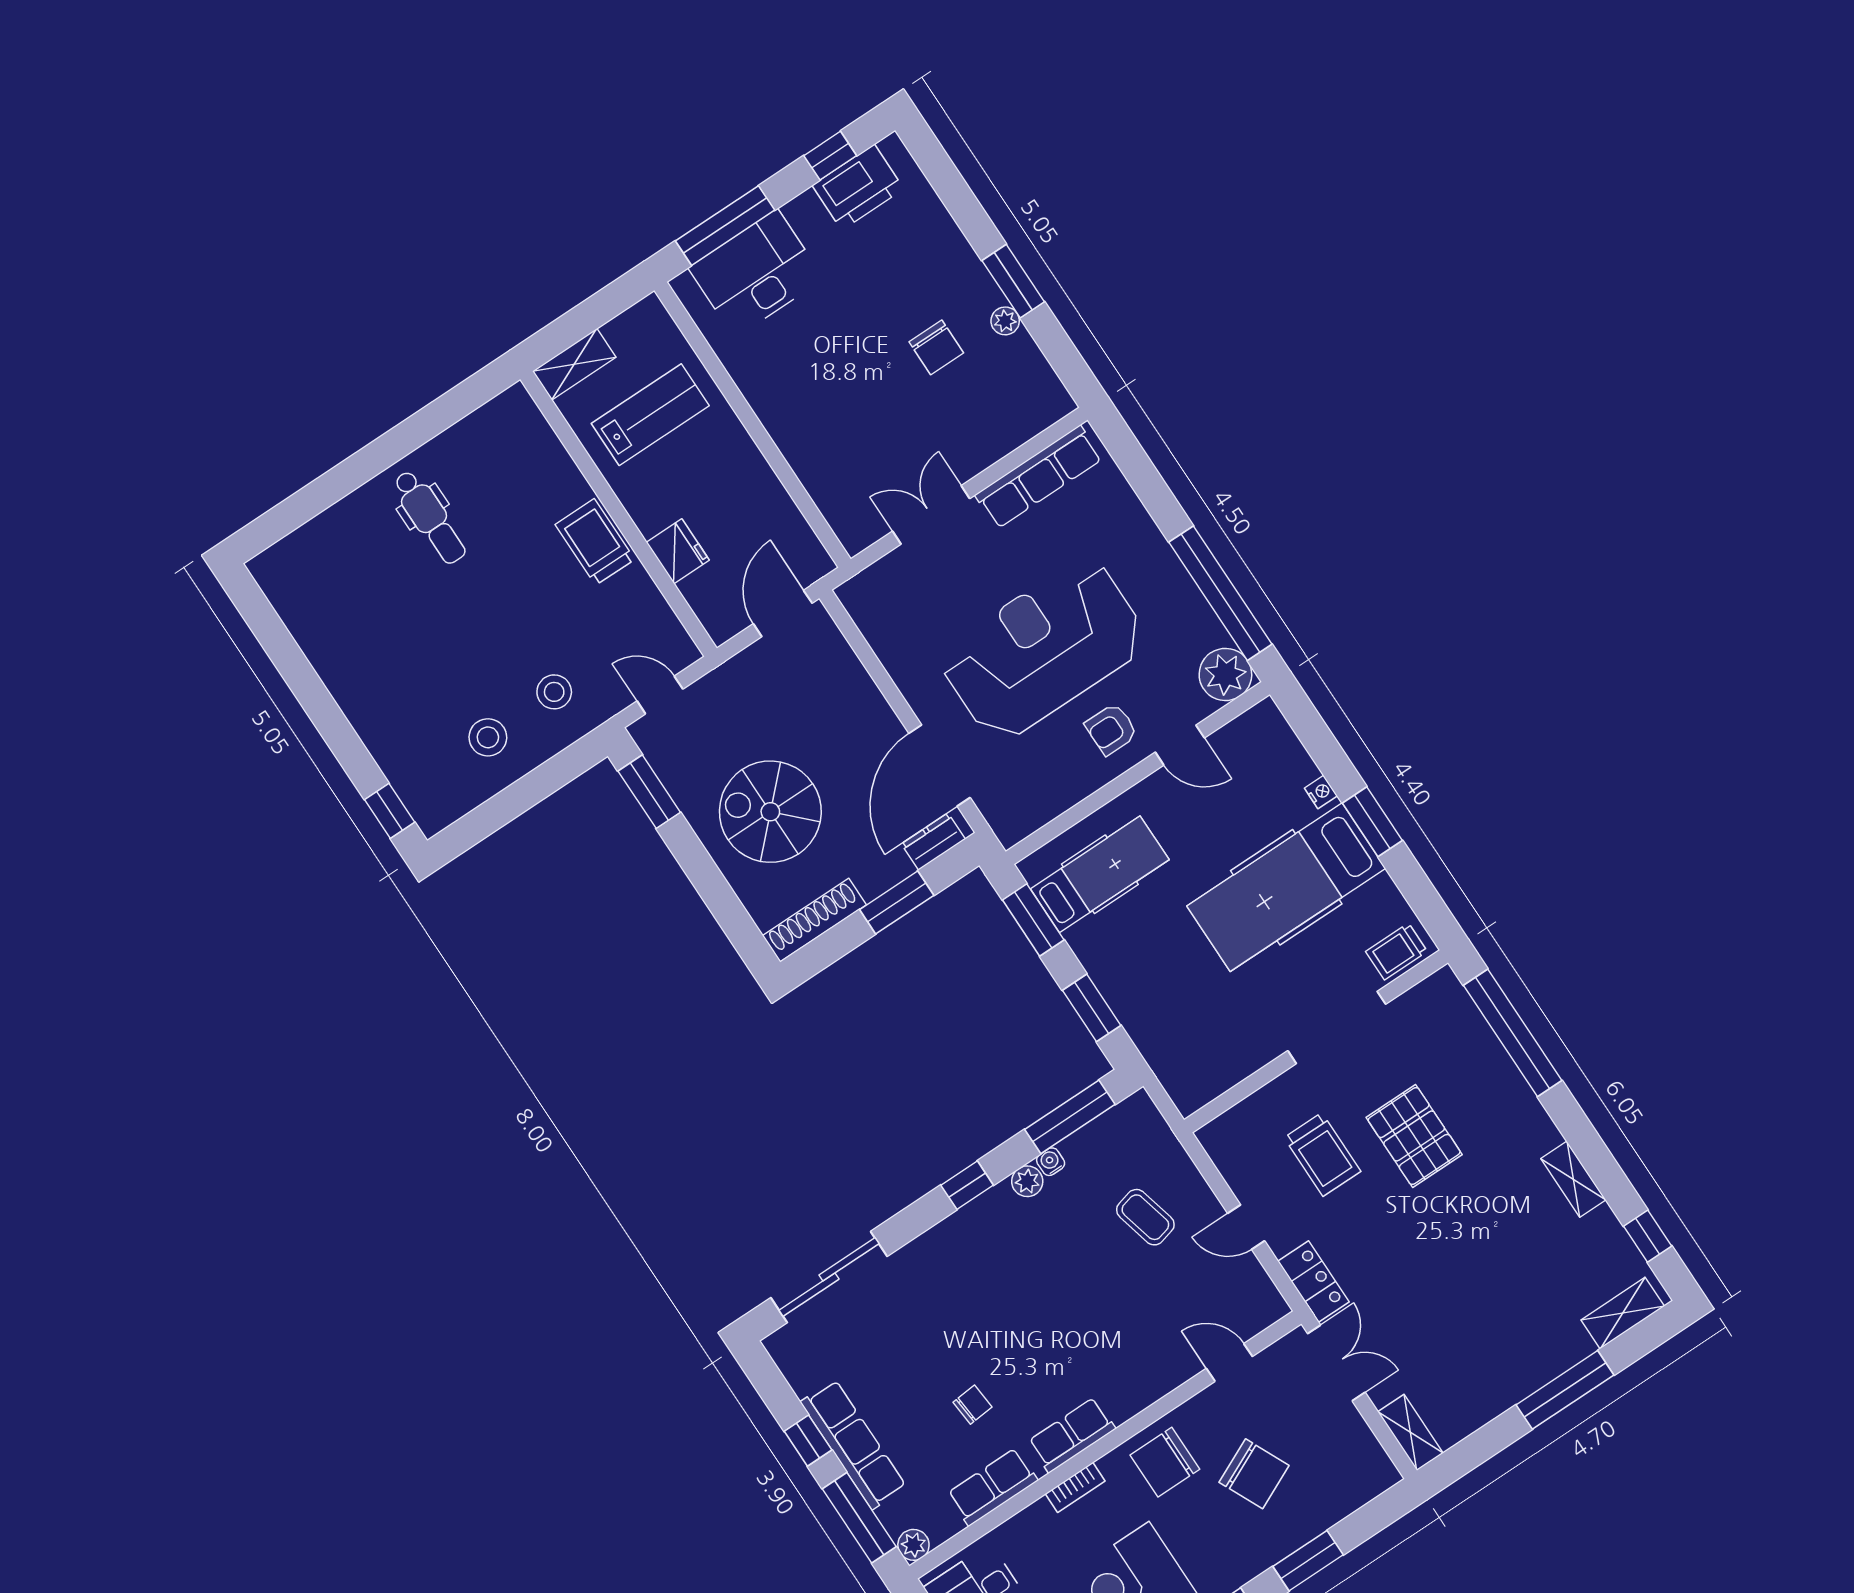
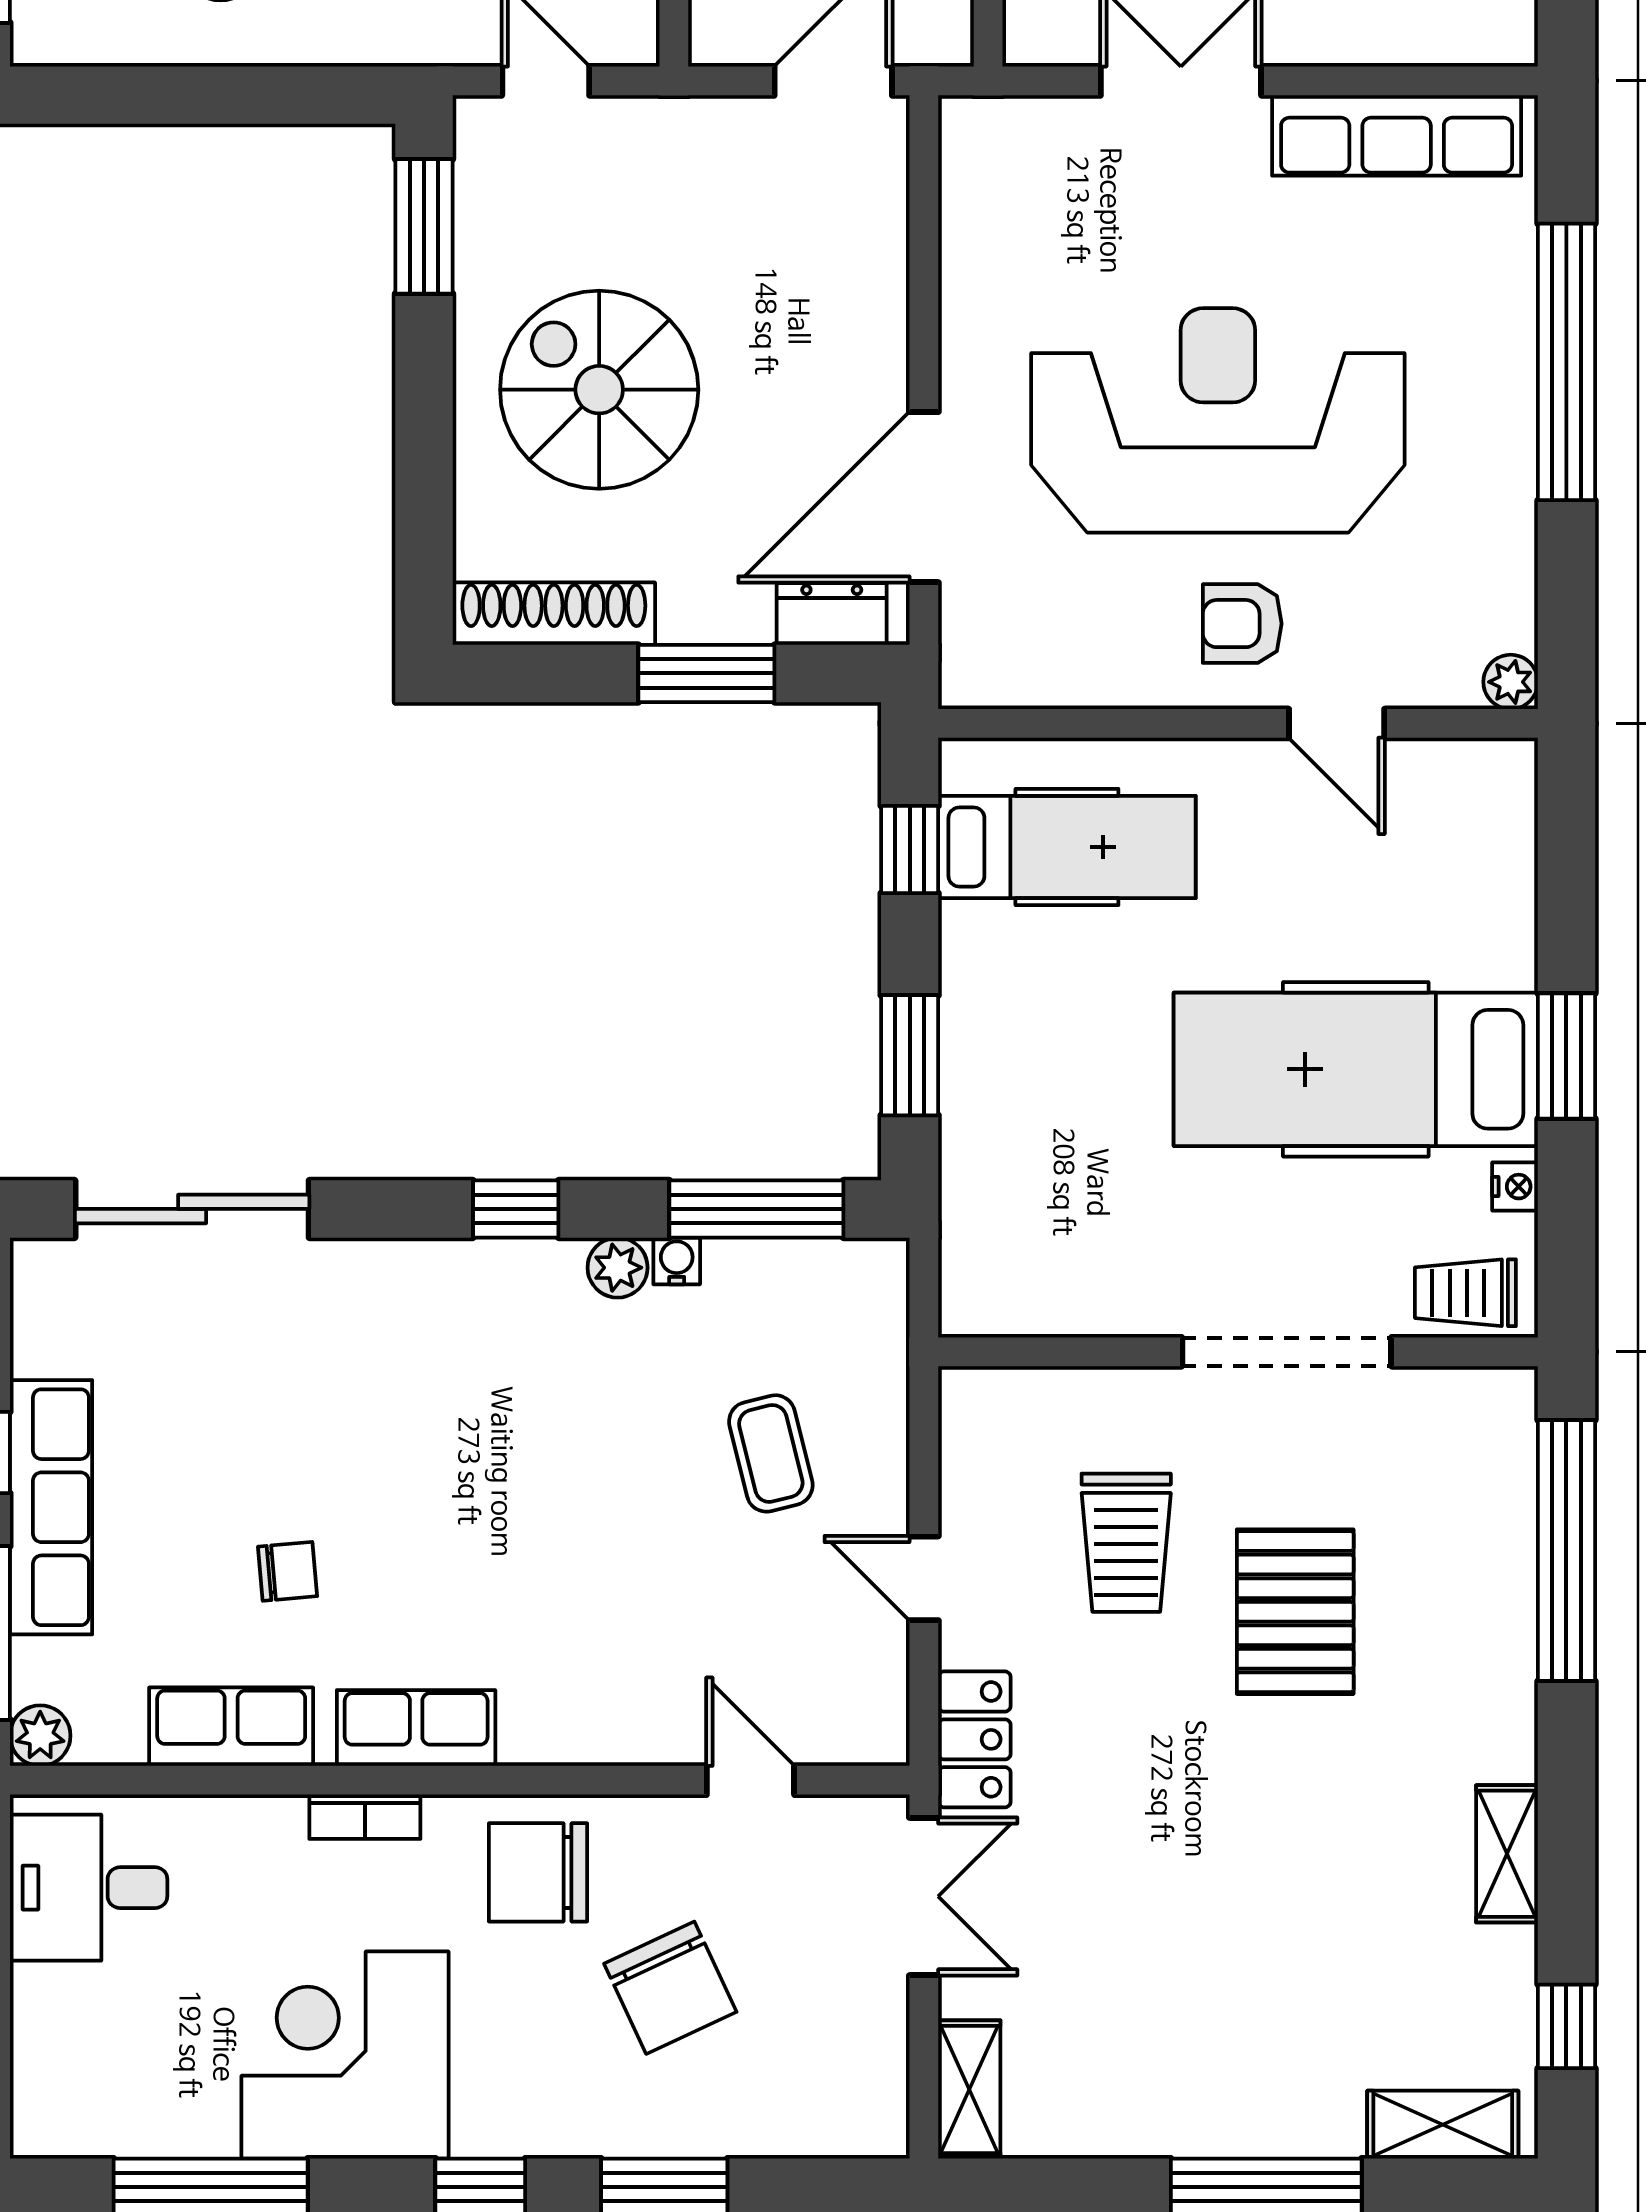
window: (1220, 593) -> (1566, 362), moved
plant: (1225, 674) -> (1511, 682), width x0.53, depth x0.53
nightstand: (1321, 792) -> (1515, 1187), moved
window: (1033, 920) -> (910, 849), width x0.67

